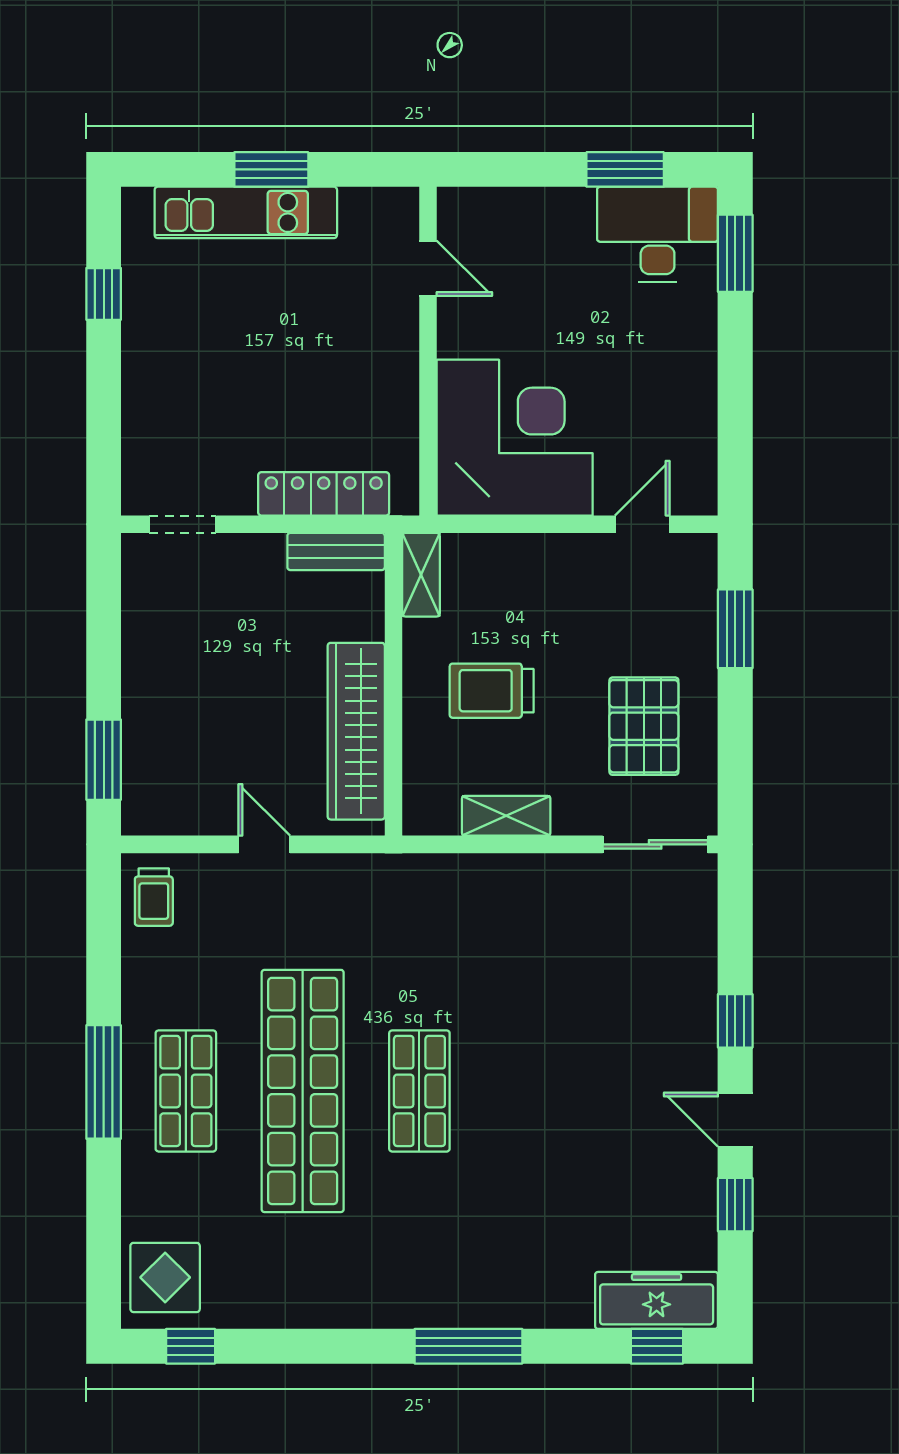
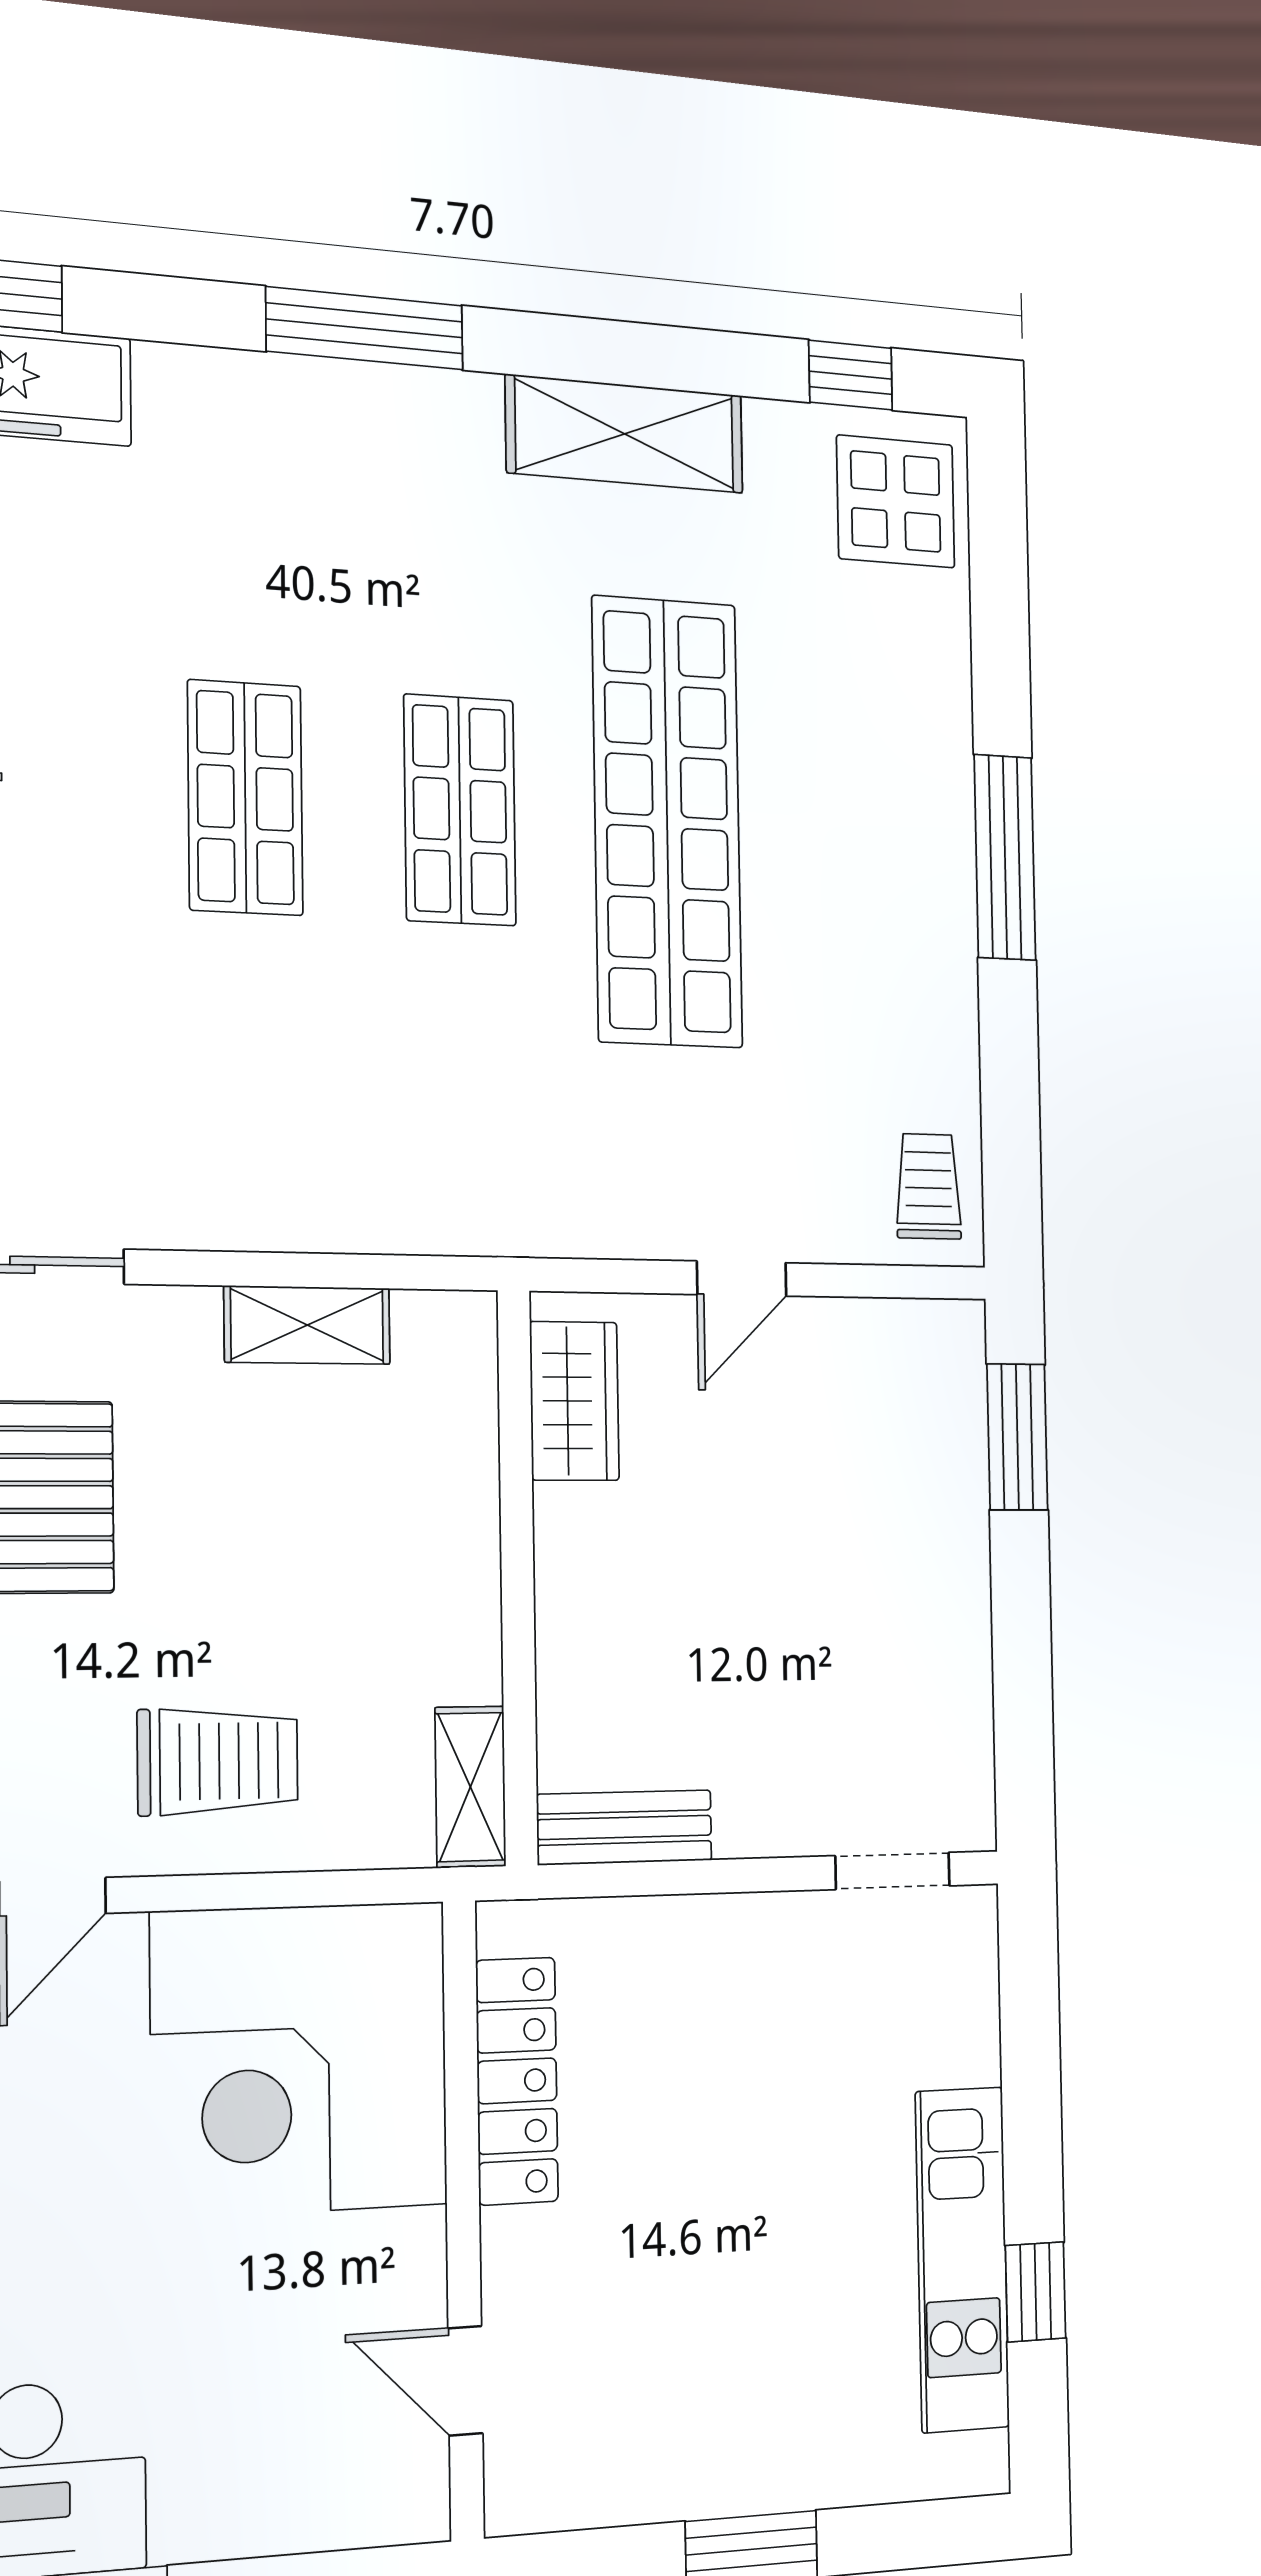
kitchen unit: (246, 212) -> (962, 2259), moved, turned -90
locker: (324, 494) -> (517, 2081), moved, turned -90
trolley: (492, 691) -> (218, 1761), moved
wardrobe: (356, 731) -> (574, 1401), width x0.48, depth x0.85
door: (264, 844) -> (742, 1279), hinge flipped
shop shelf: (186, 1091) -> (245, 798), moved
shelving: (323, 1302) -> (625, 434), added

